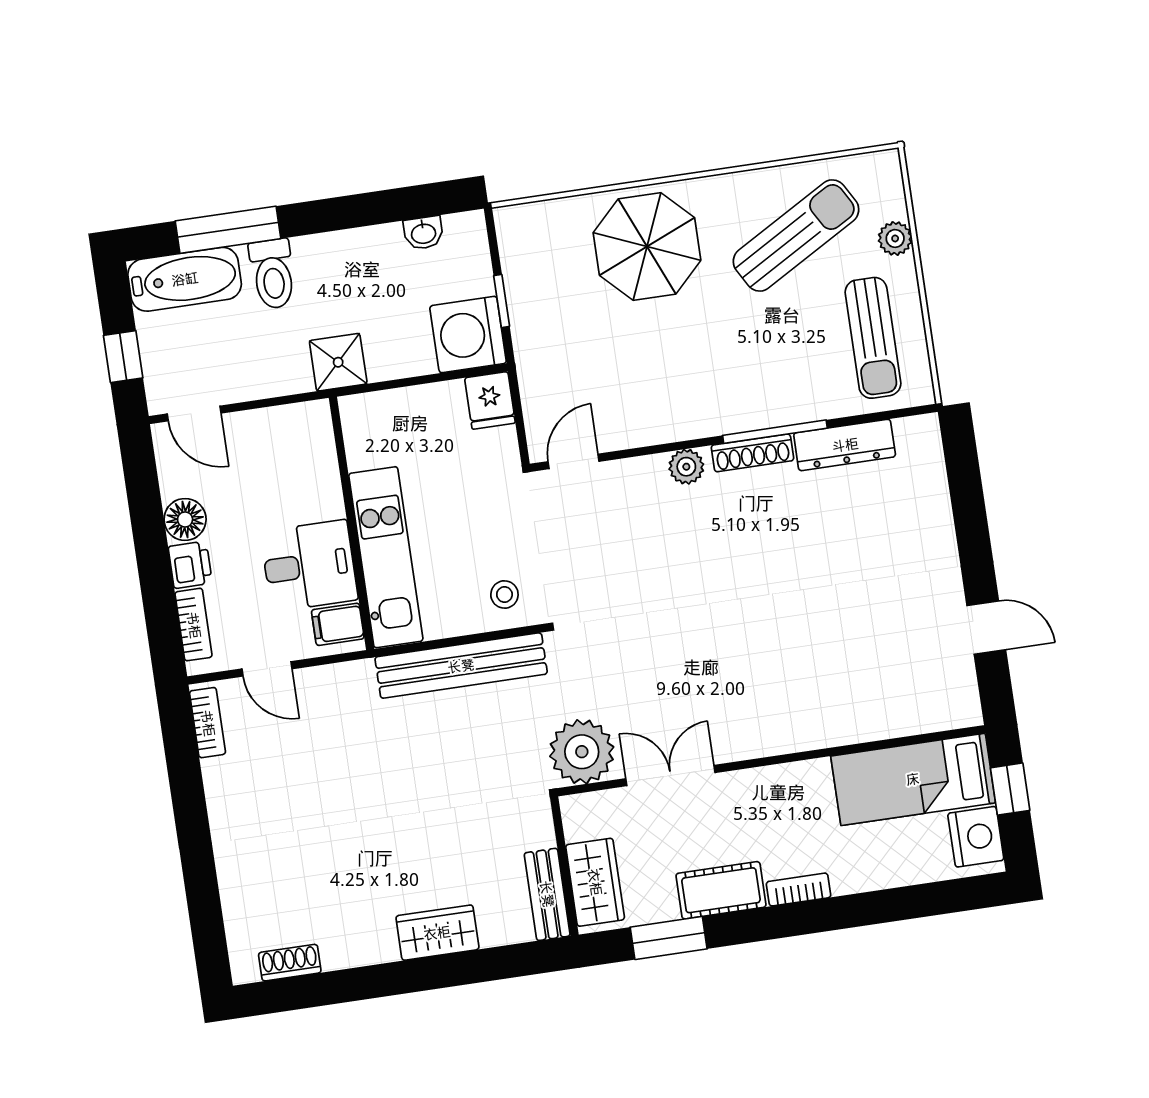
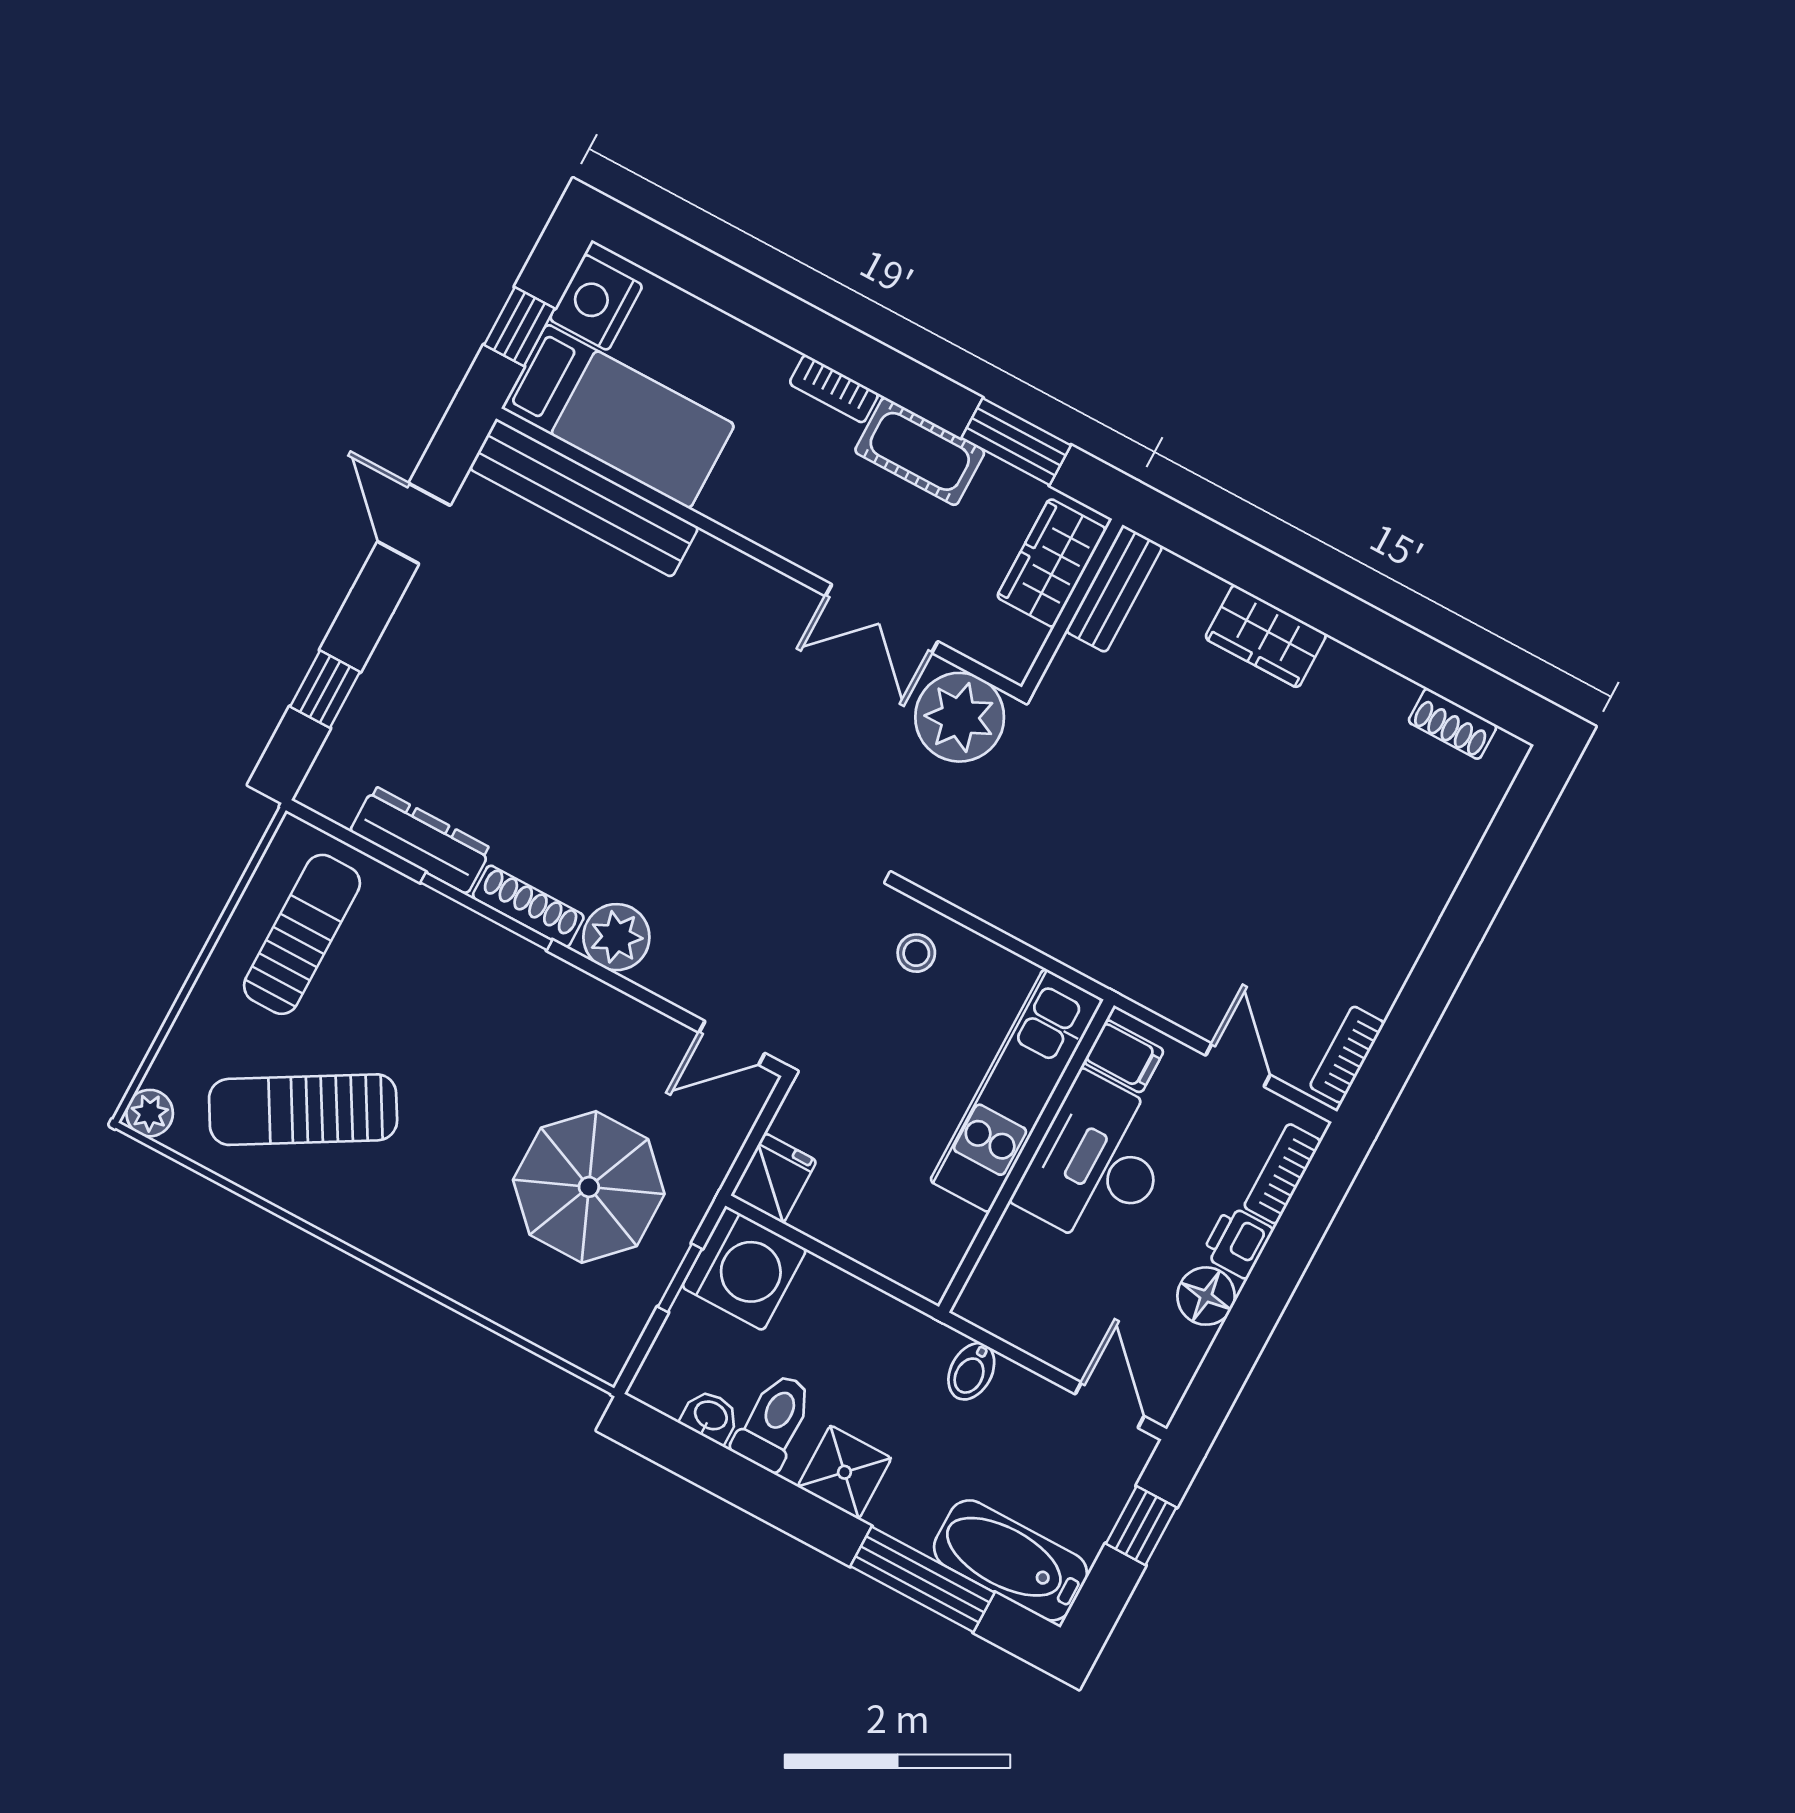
plant: (895, 238) -> (150, 1113), moved
parasol: (647, 246) -> (589, 1187), moved
toilet: (273, 274) -> (774, 1422), moved
shower: (338, 362) -> (844, 1472), moved
bidet: (290, 373) -> (971, 1371), added
plant: (686, 467) -> (616, 937), width x1.38, depth x1.38
window: (966, 492) -> (325, 689), added
desk: (309, 566) -> (1098, 1162), width x1.37
bench: (461, 666) -> (584, 498), moved

